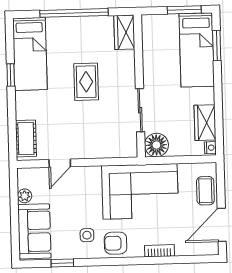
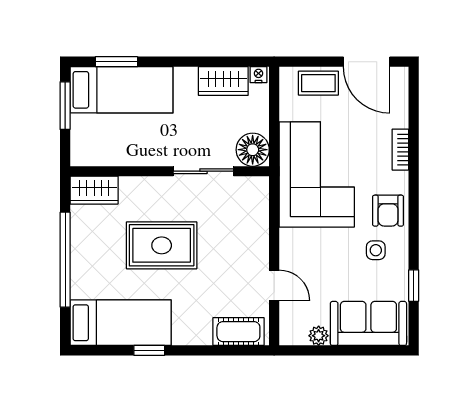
rug: (86, 82) -> (162, 245), width x1.36, depth x1.43

